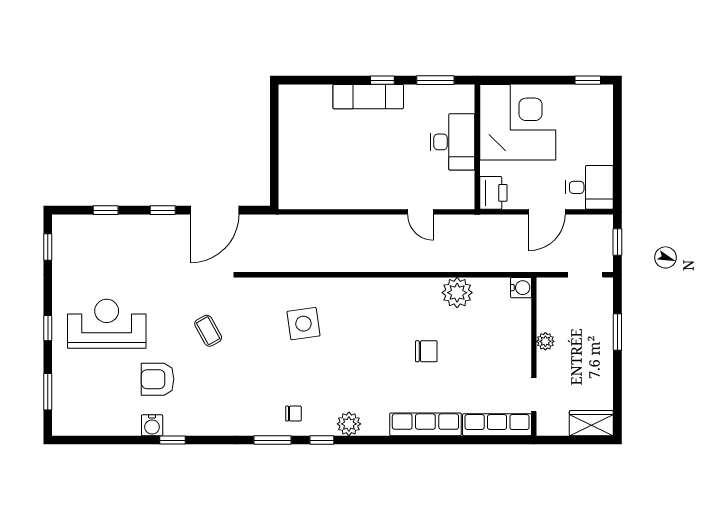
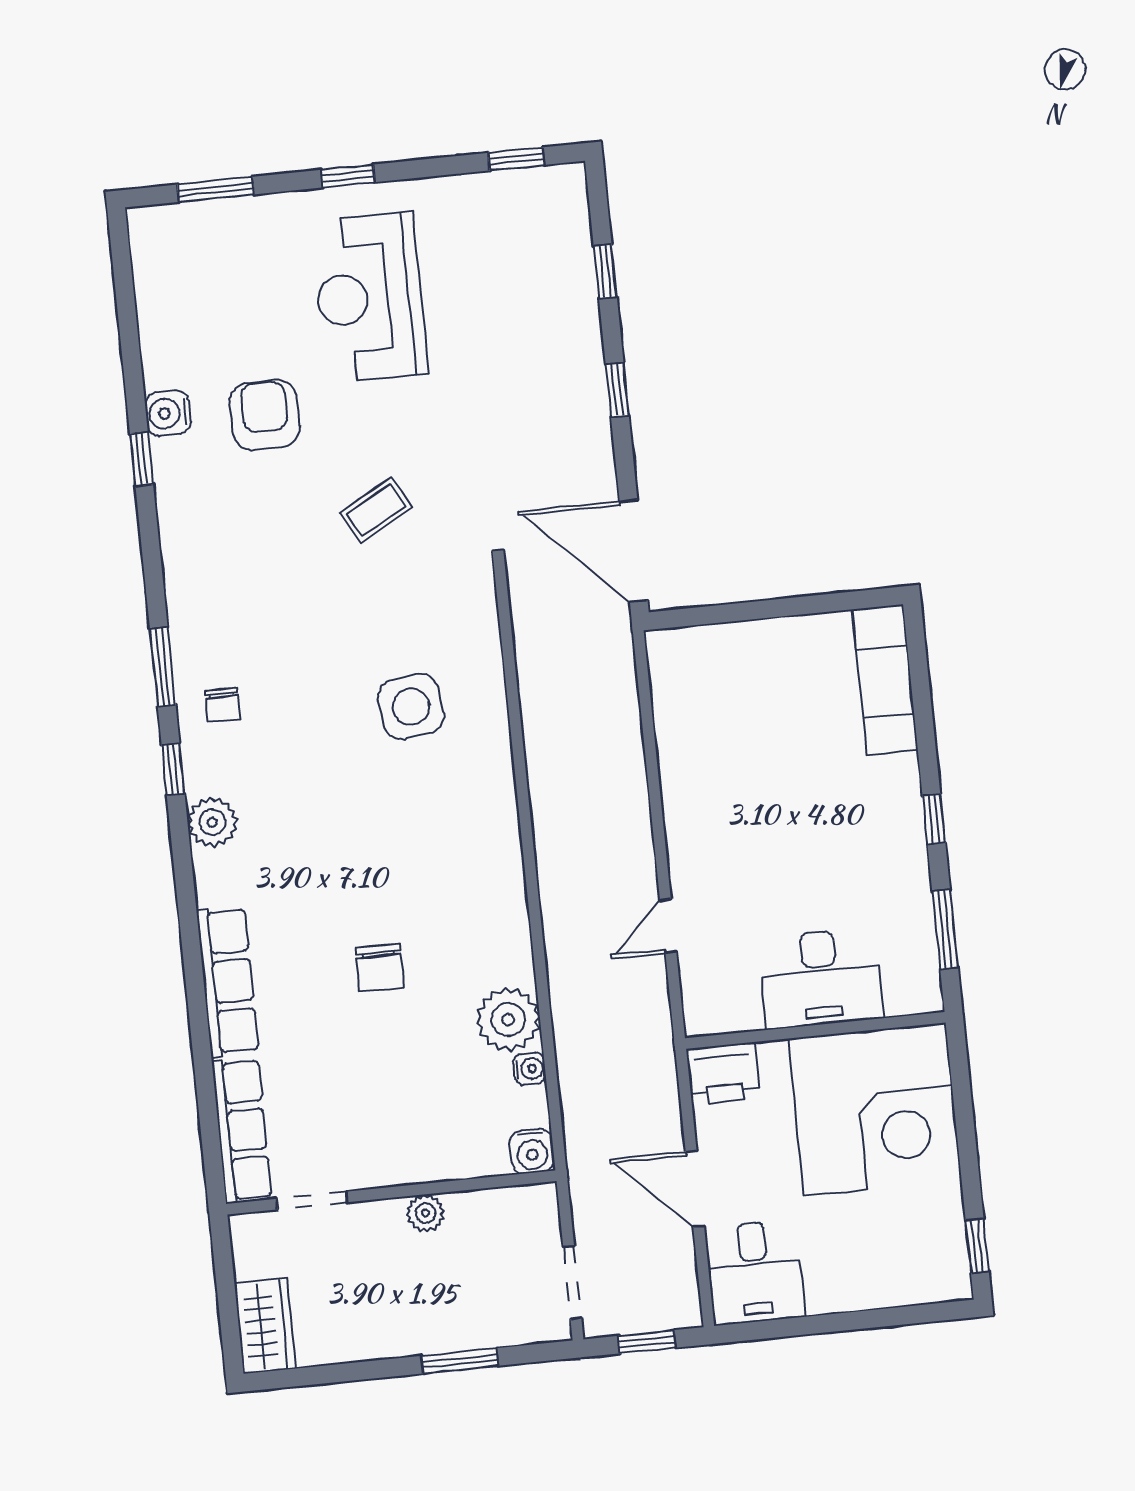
exam couch: (368, 97) -> (885, 680), moved
door: (215, 210) -> (634, 551), moved
water cooler: (482, 285) -> (530, 1069), added
reception desk: (107, 324) -> (369, 297), turned 180

